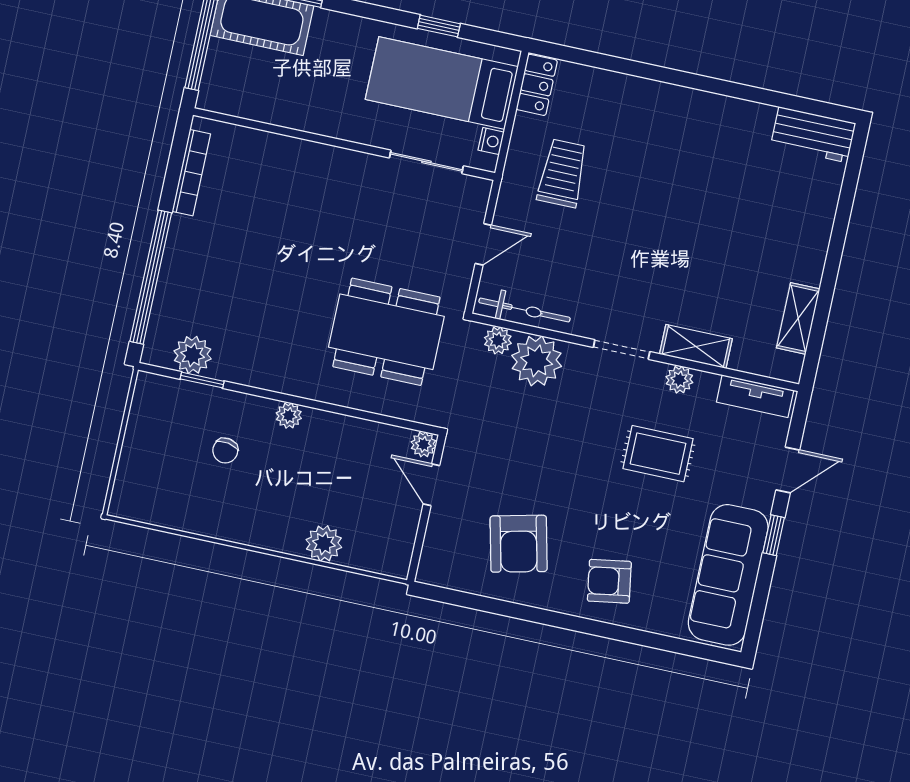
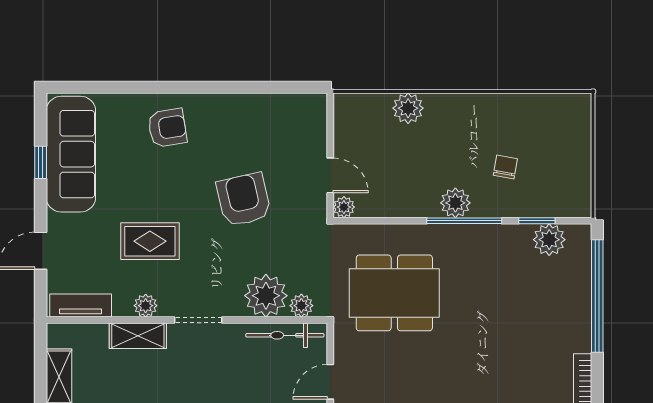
window: (287, 398) -> (464, 221), added
plant: (289, 416) -> (455, 203), width x1.38, depth x1.38
window: (774, 535) -> (41, 162), moved
armchair: (519, 544) -> (244, 200), moved

